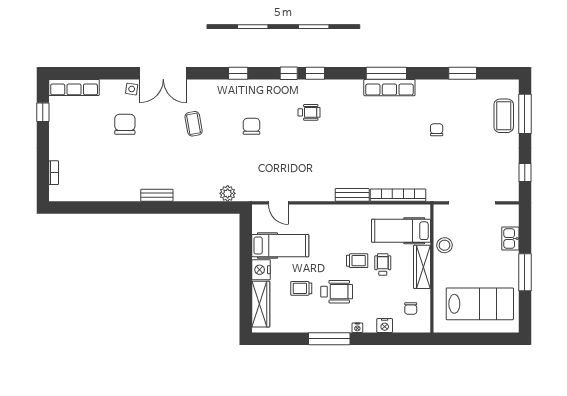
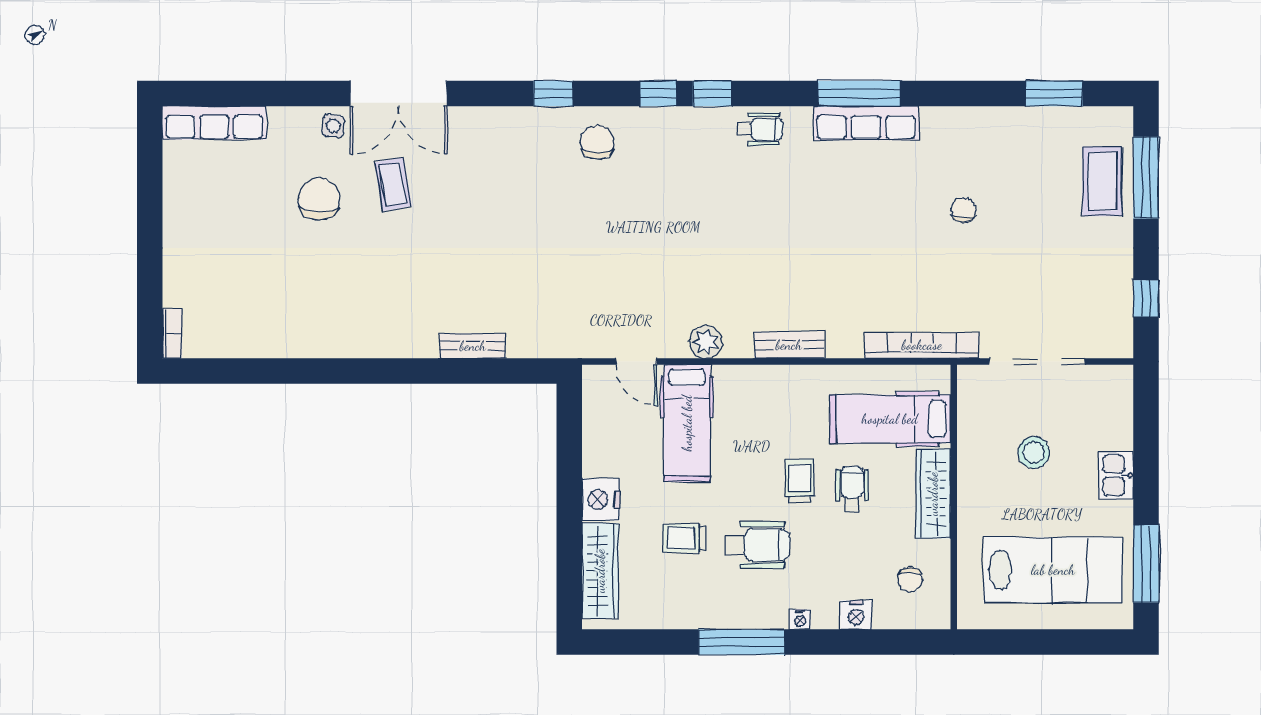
window: (463, 73) -> (1054, 93), moved
window: (43, 112) -> (150, 174), removed
wheelchair: (309, 112) -> (760, 129), moved
coffee table: (194, 124) -> (393, 184), moved
chair: (252, 126) -> (597, 142), moved
bookcase: (54, 173) -> (172, 334), moved
plant: (228, 193) -> (706, 342), moved
bench: (157, 195) -> (473, 346), moved
bookcase: (398, 195) -> (922, 345), moved
kitchen sink: (510, 239) -> (1116, 475), moved
stool: (444, 245) -> (1034, 452), moved
hospital bed: (280, 246) -> (687, 423), moved, turned 90
trolley: (357, 261) -> (800, 481), turned -90
window: (525, 272) -> (1146, 564), moved

